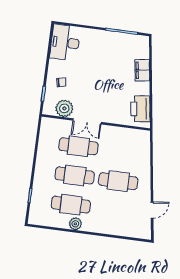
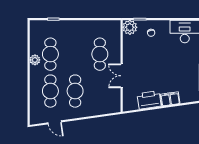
plant: (64, 108) -> (130, 27), moved
printer: (140, 109) -> (149, 100), moved
double door: (87, 121) -> (122, 76), moved
cafe table: (75, 175) -> (50, 91), moved

